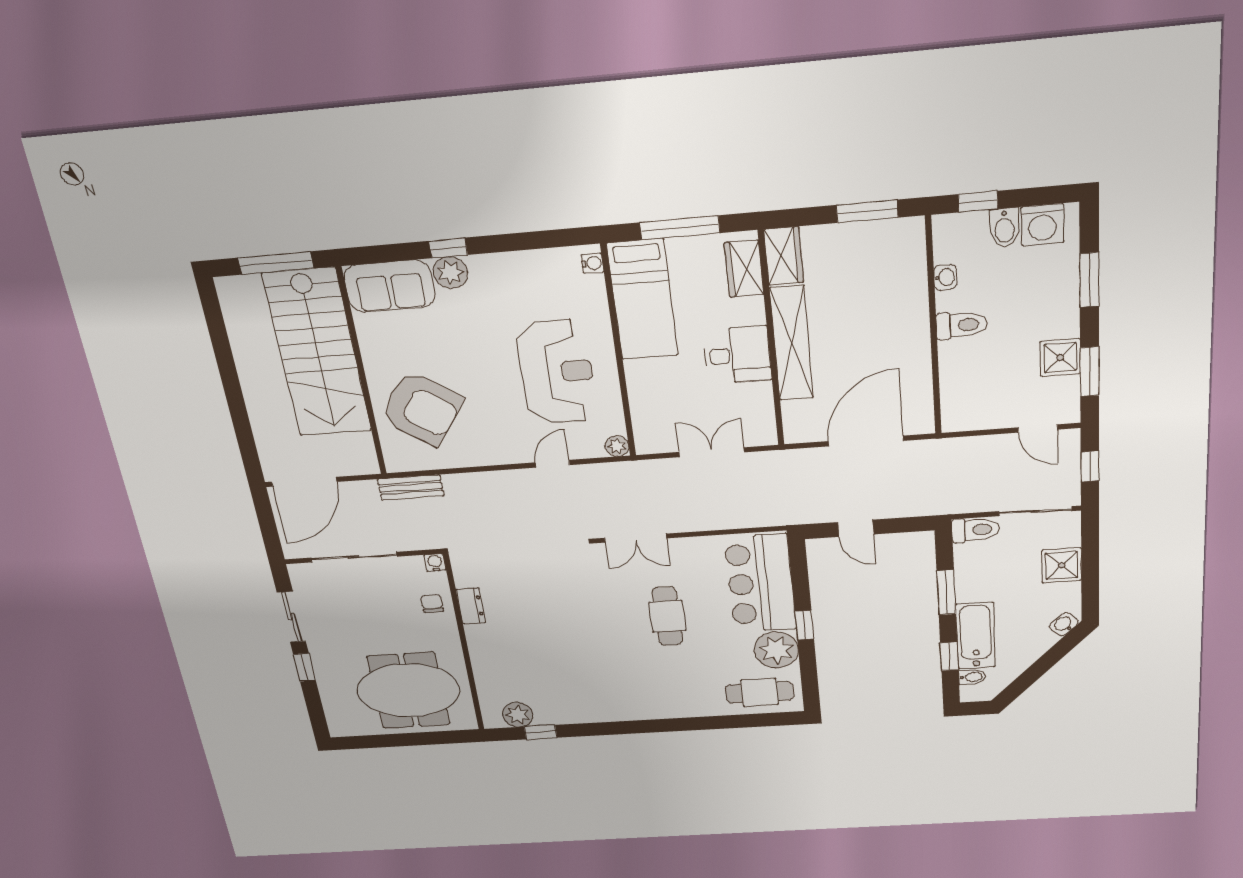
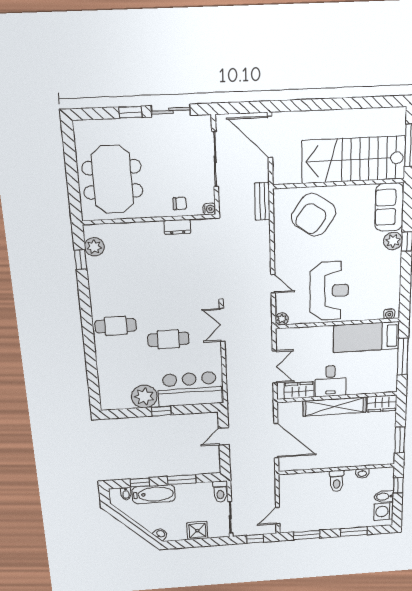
wardrobe: (744, 269) -> (299, 390), moved
shower: (1060, 358) -> (315, 523), removed
reception desk: (557, 372) -> (329, 291), turned -90
cafe table: (760, 692) -> (116, 326), moved, turned 90

